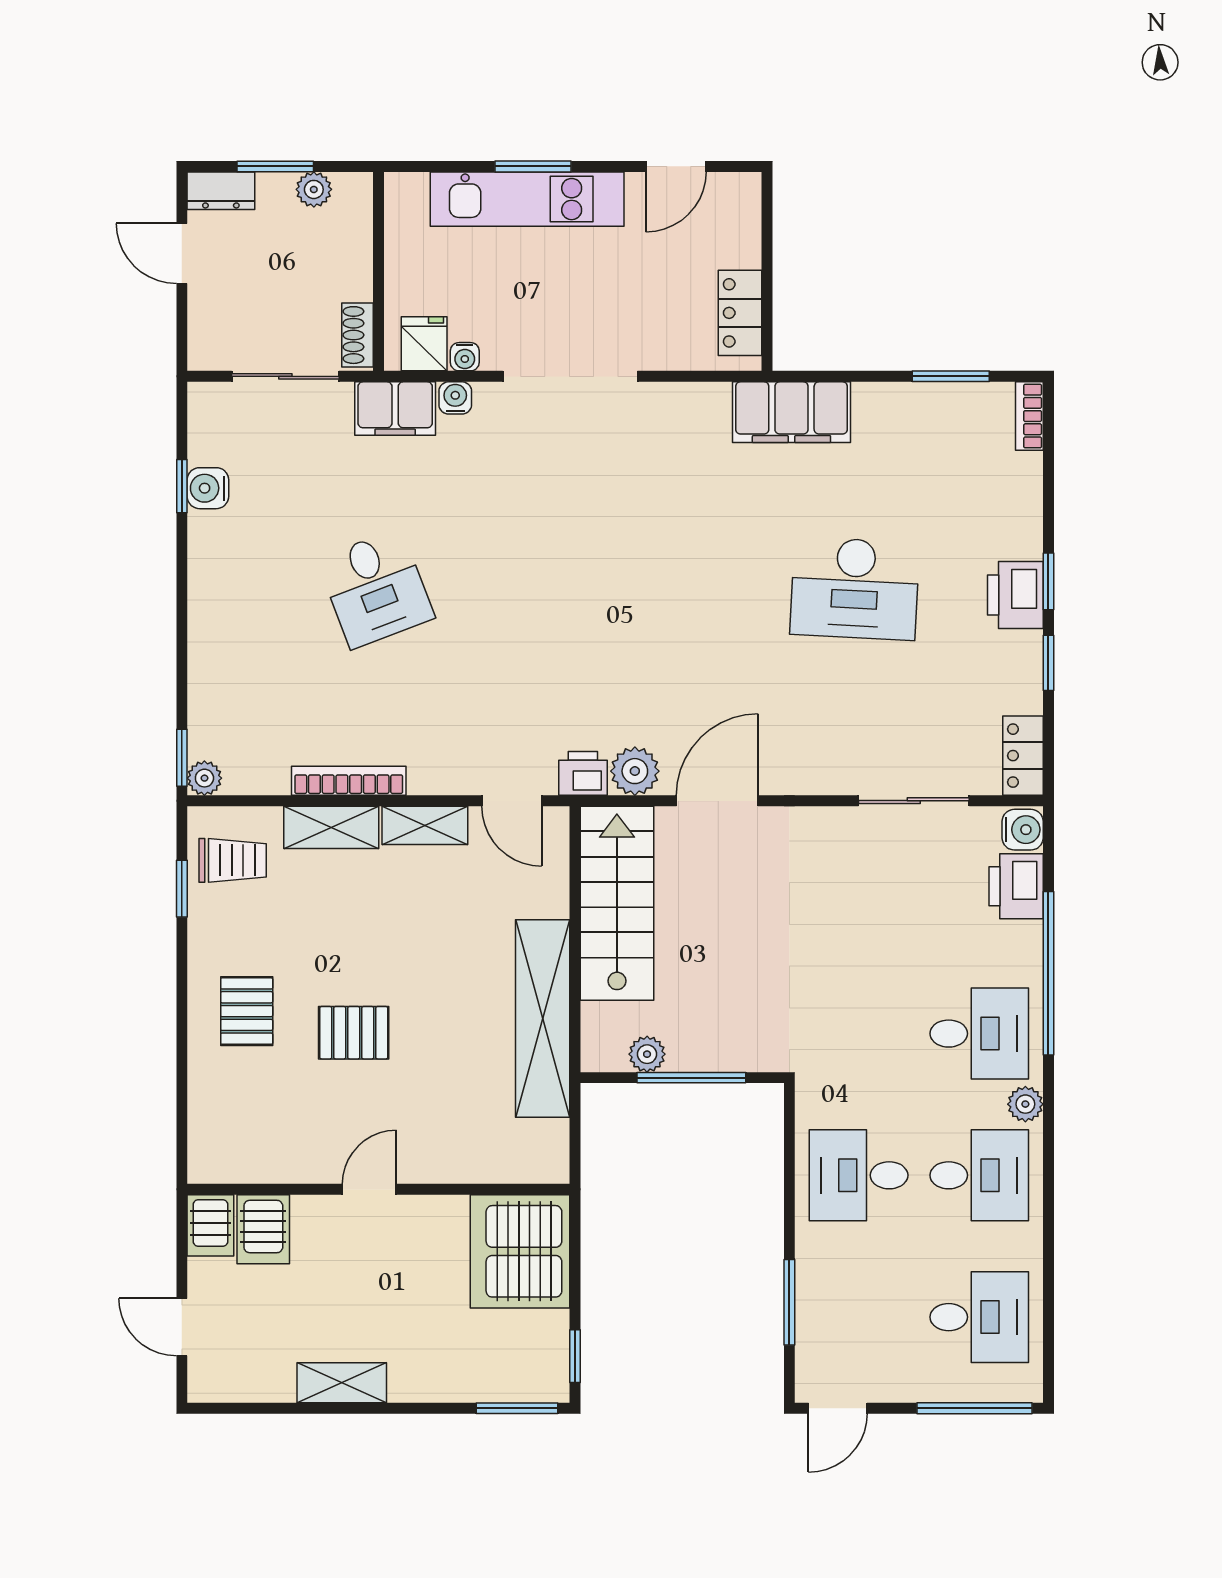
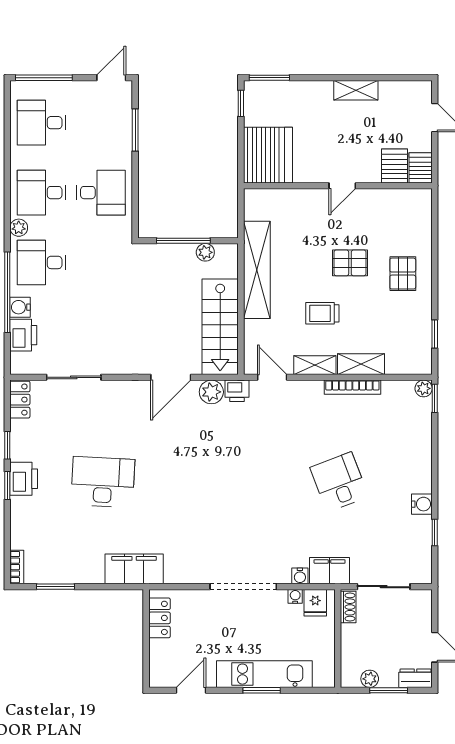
water cooler: (208, 488) -> (422, 504), moved
water cooler: (1023, 830) -> (20, 307), moved
trolley: (233, 860) -> (322, 313), moved

